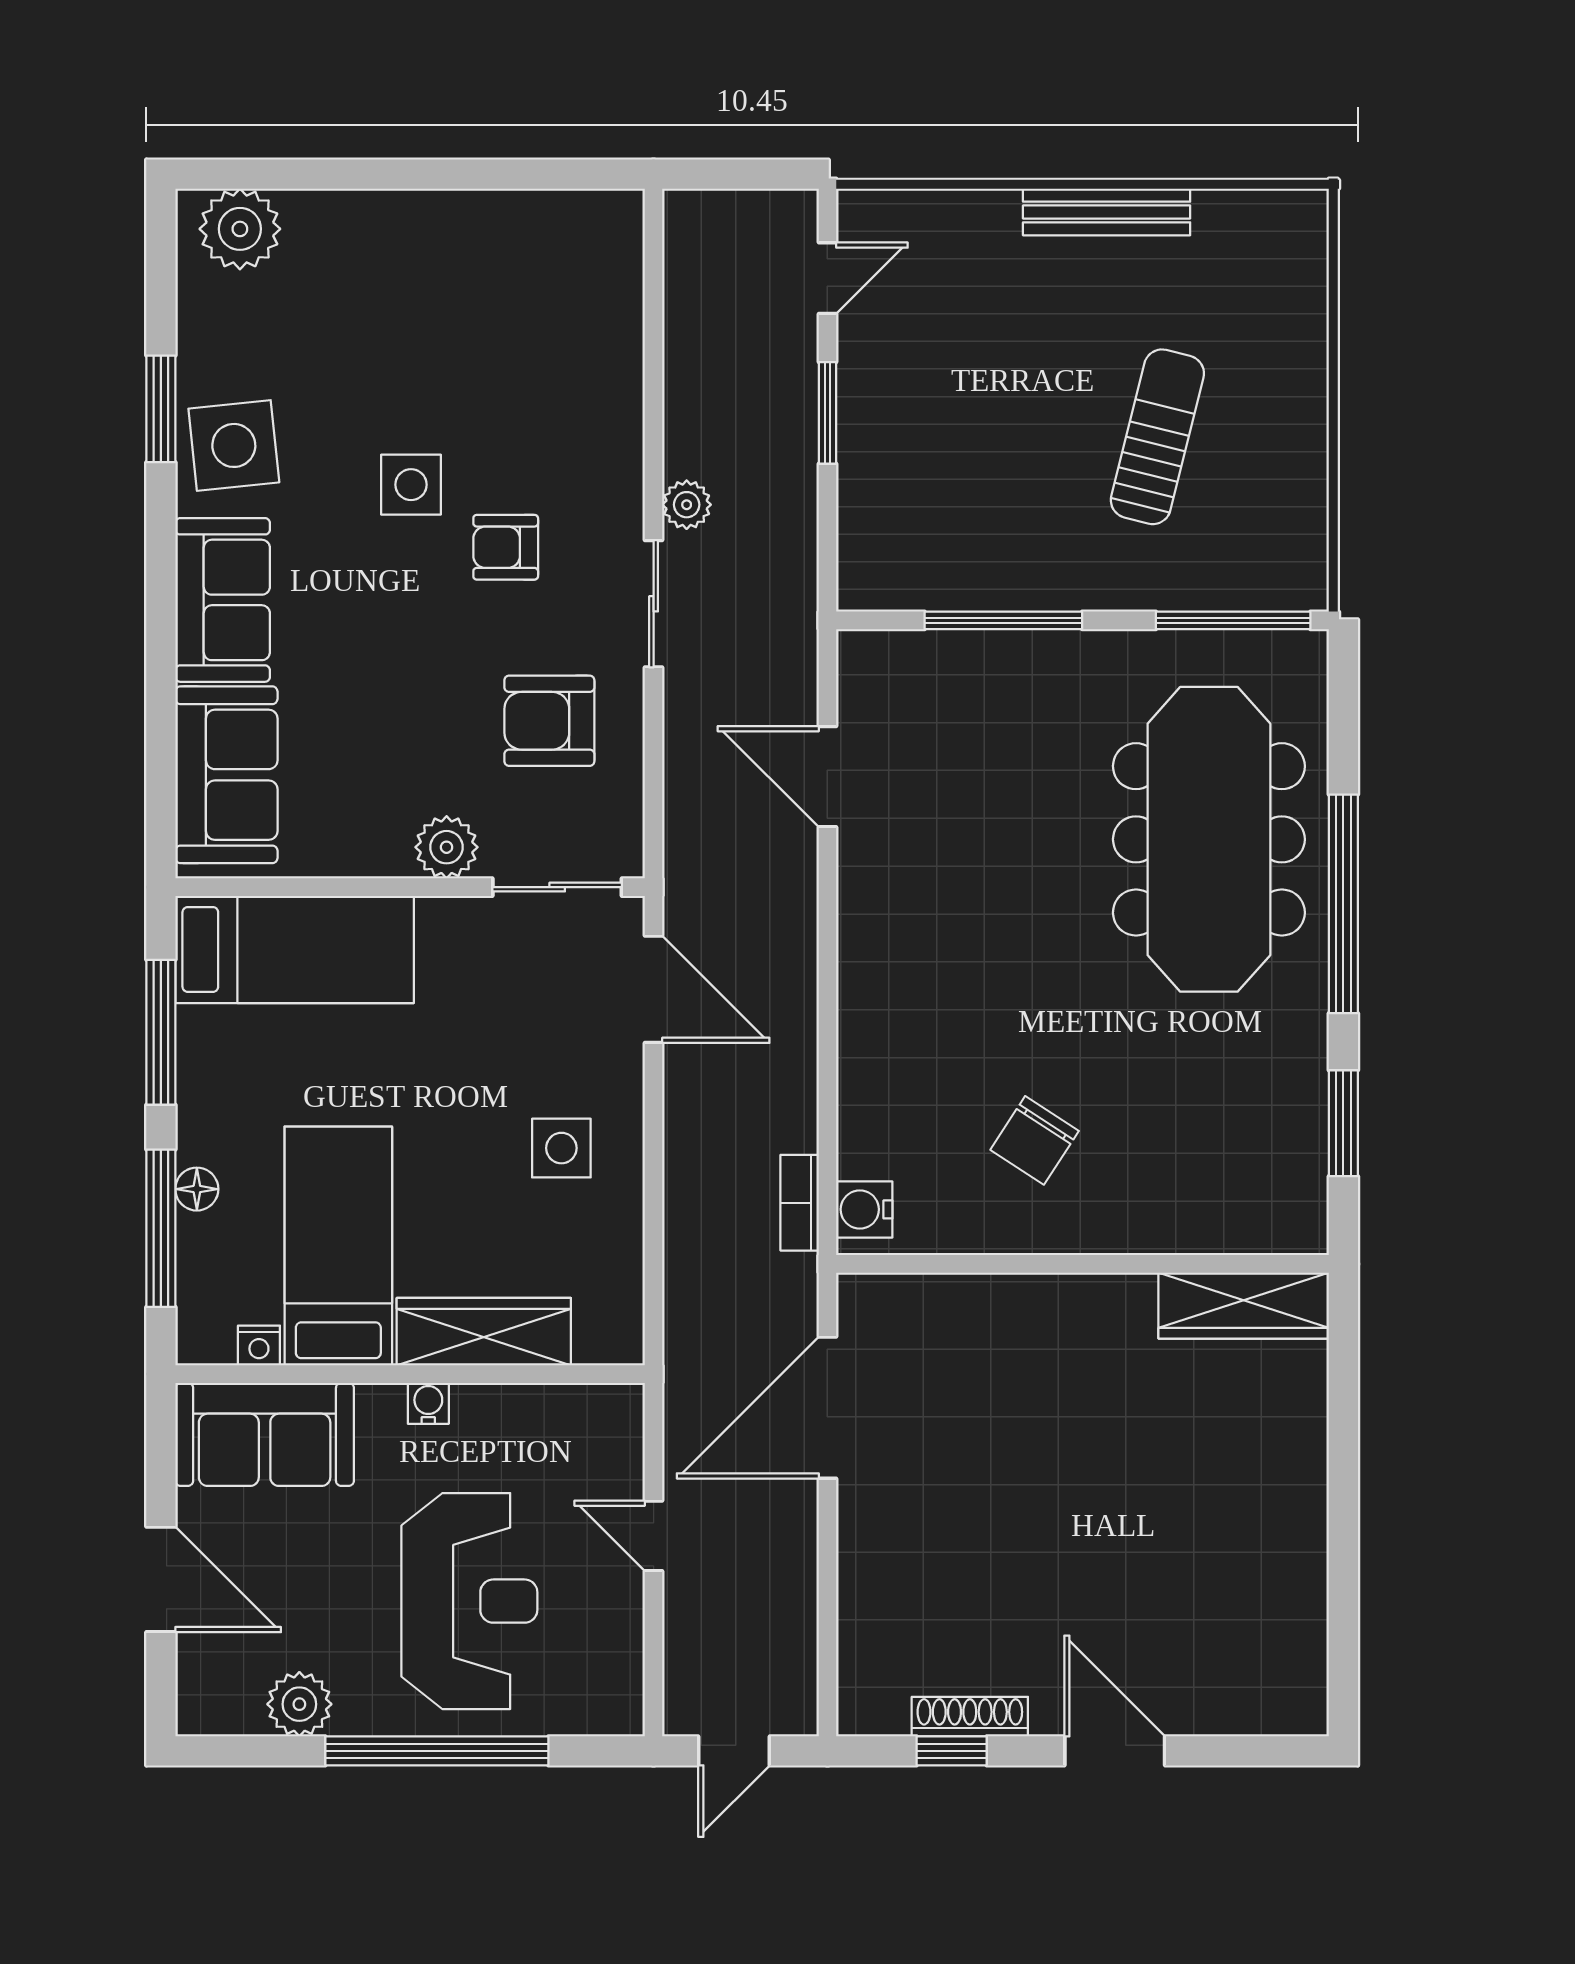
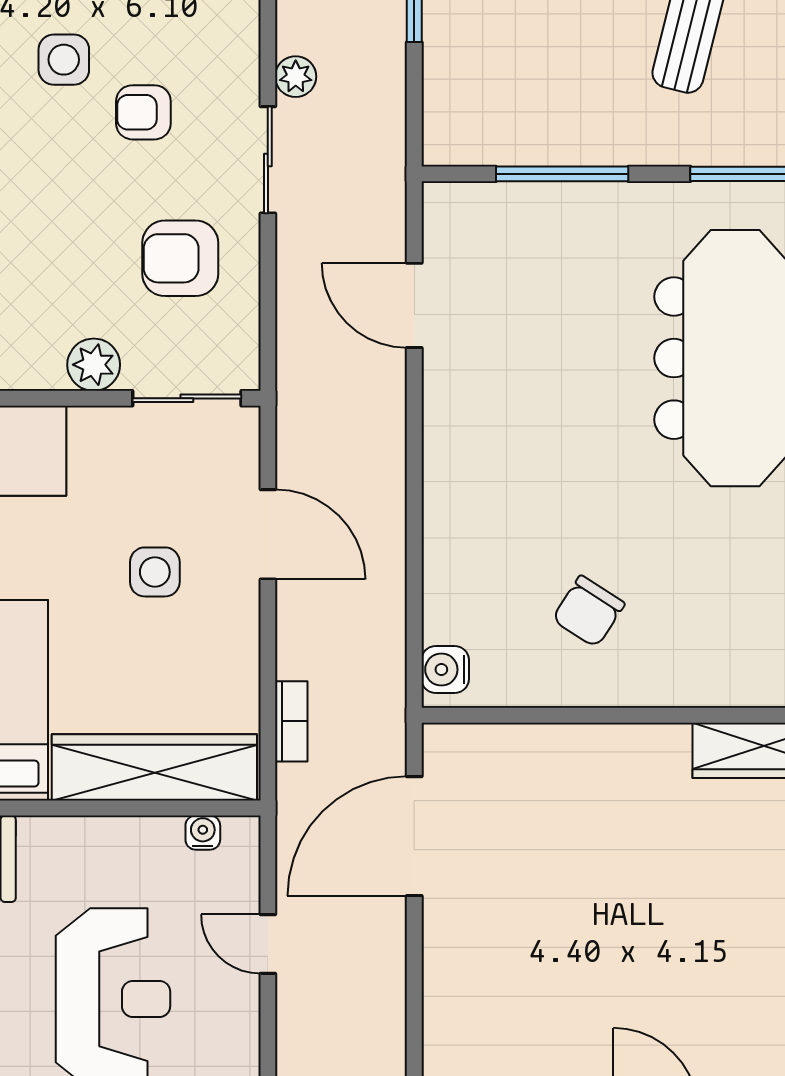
door: (654, 989) -> (268, 534), moved
side table: (561, 1148) -> (155, 572), moved
bookcase: (800, 1203) -> (291, 721), moved, turned 180
wardrobe: (484, 1332) -> (154, 767), width x1.40, depth x1.17
water cooler: (428, 1403) -> (203, 833), moved

